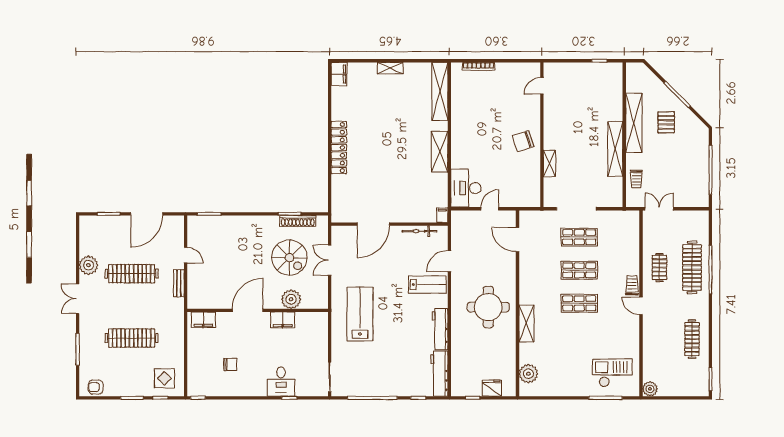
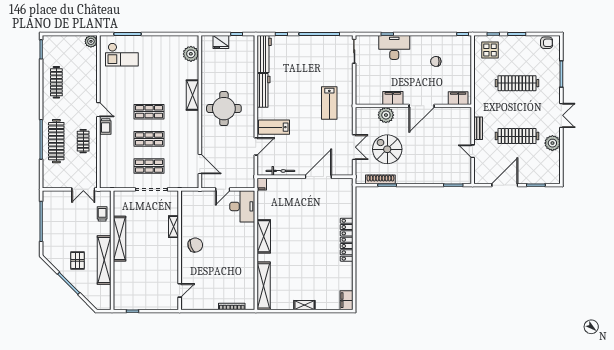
lab bench: (360, 314) -> (329, 103), width x0.73, depth x0.72
desk: (281, 382) -> (394, 47), width x1.37

